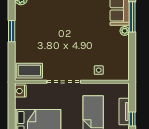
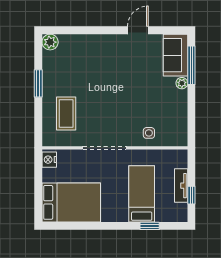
coffee table: (29, 71) -> (66, 113), moved, turned 90

